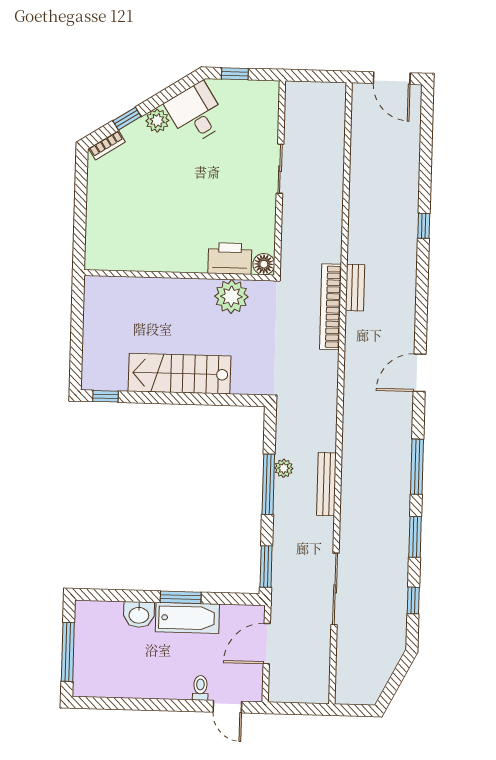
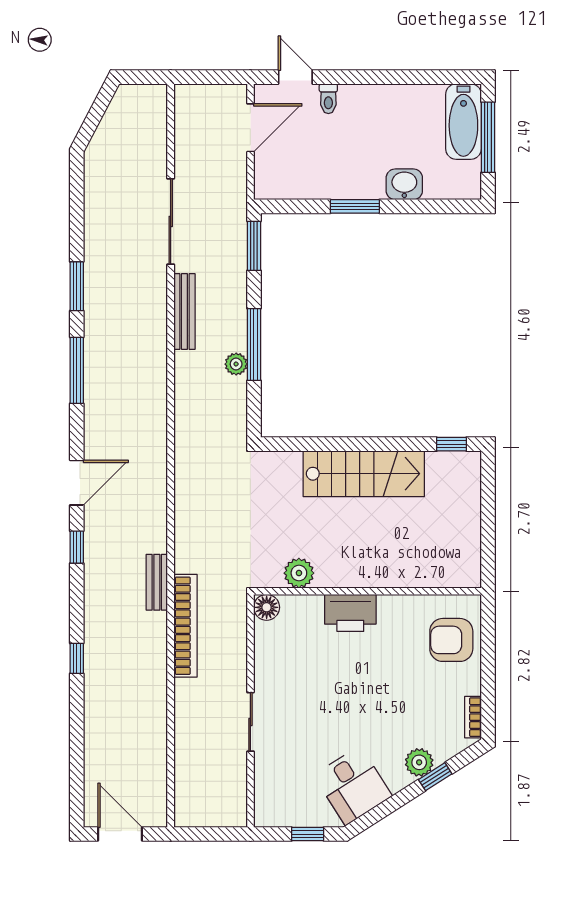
plant: (157, 121) -> (419, 762), moved
bookcase: (107, 145) -> (473, 717), moved, turned -57
armchair: (110, 233) -> (451, 640), added
printer: (230, 259) -> (350, 613), moved
plant: (231, 296) -> (299, 573), width x0.73, depth x0.73
bookcase: (330, 307) -> (186, 626), moved
bench: (326, 484) -> (184, 311), moved
window: (413, 600) -> (77, 547), moved
bathtub: (187, 618) -> (463, 122), moved, turned -90
door: (267, 644) -> (250, 128), moved

